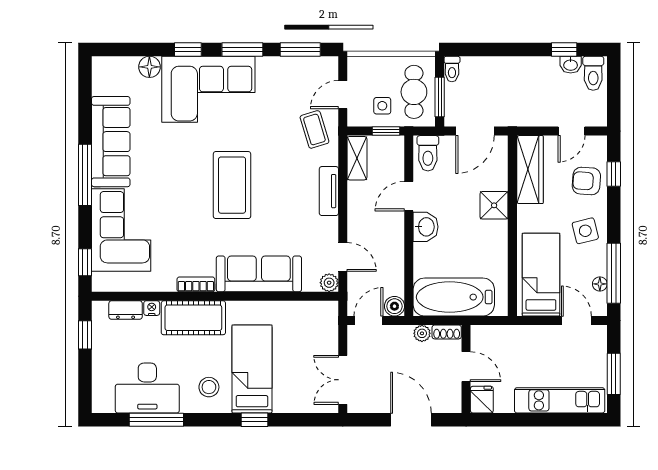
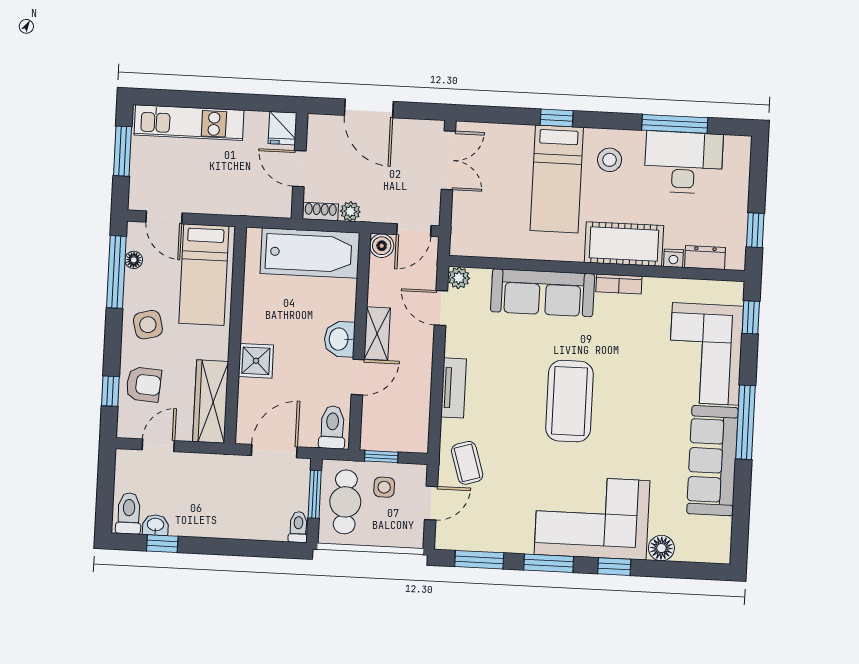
shelving: (357, 158) -> (377, 333), moved

